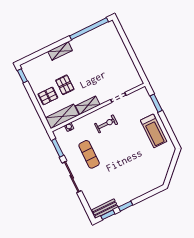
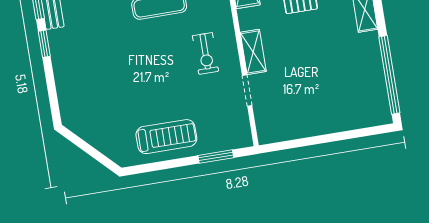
shelving: (88, 105) -> (253, 52), moved
treadmill: (154, 131) -> (166, 137), turned 180

